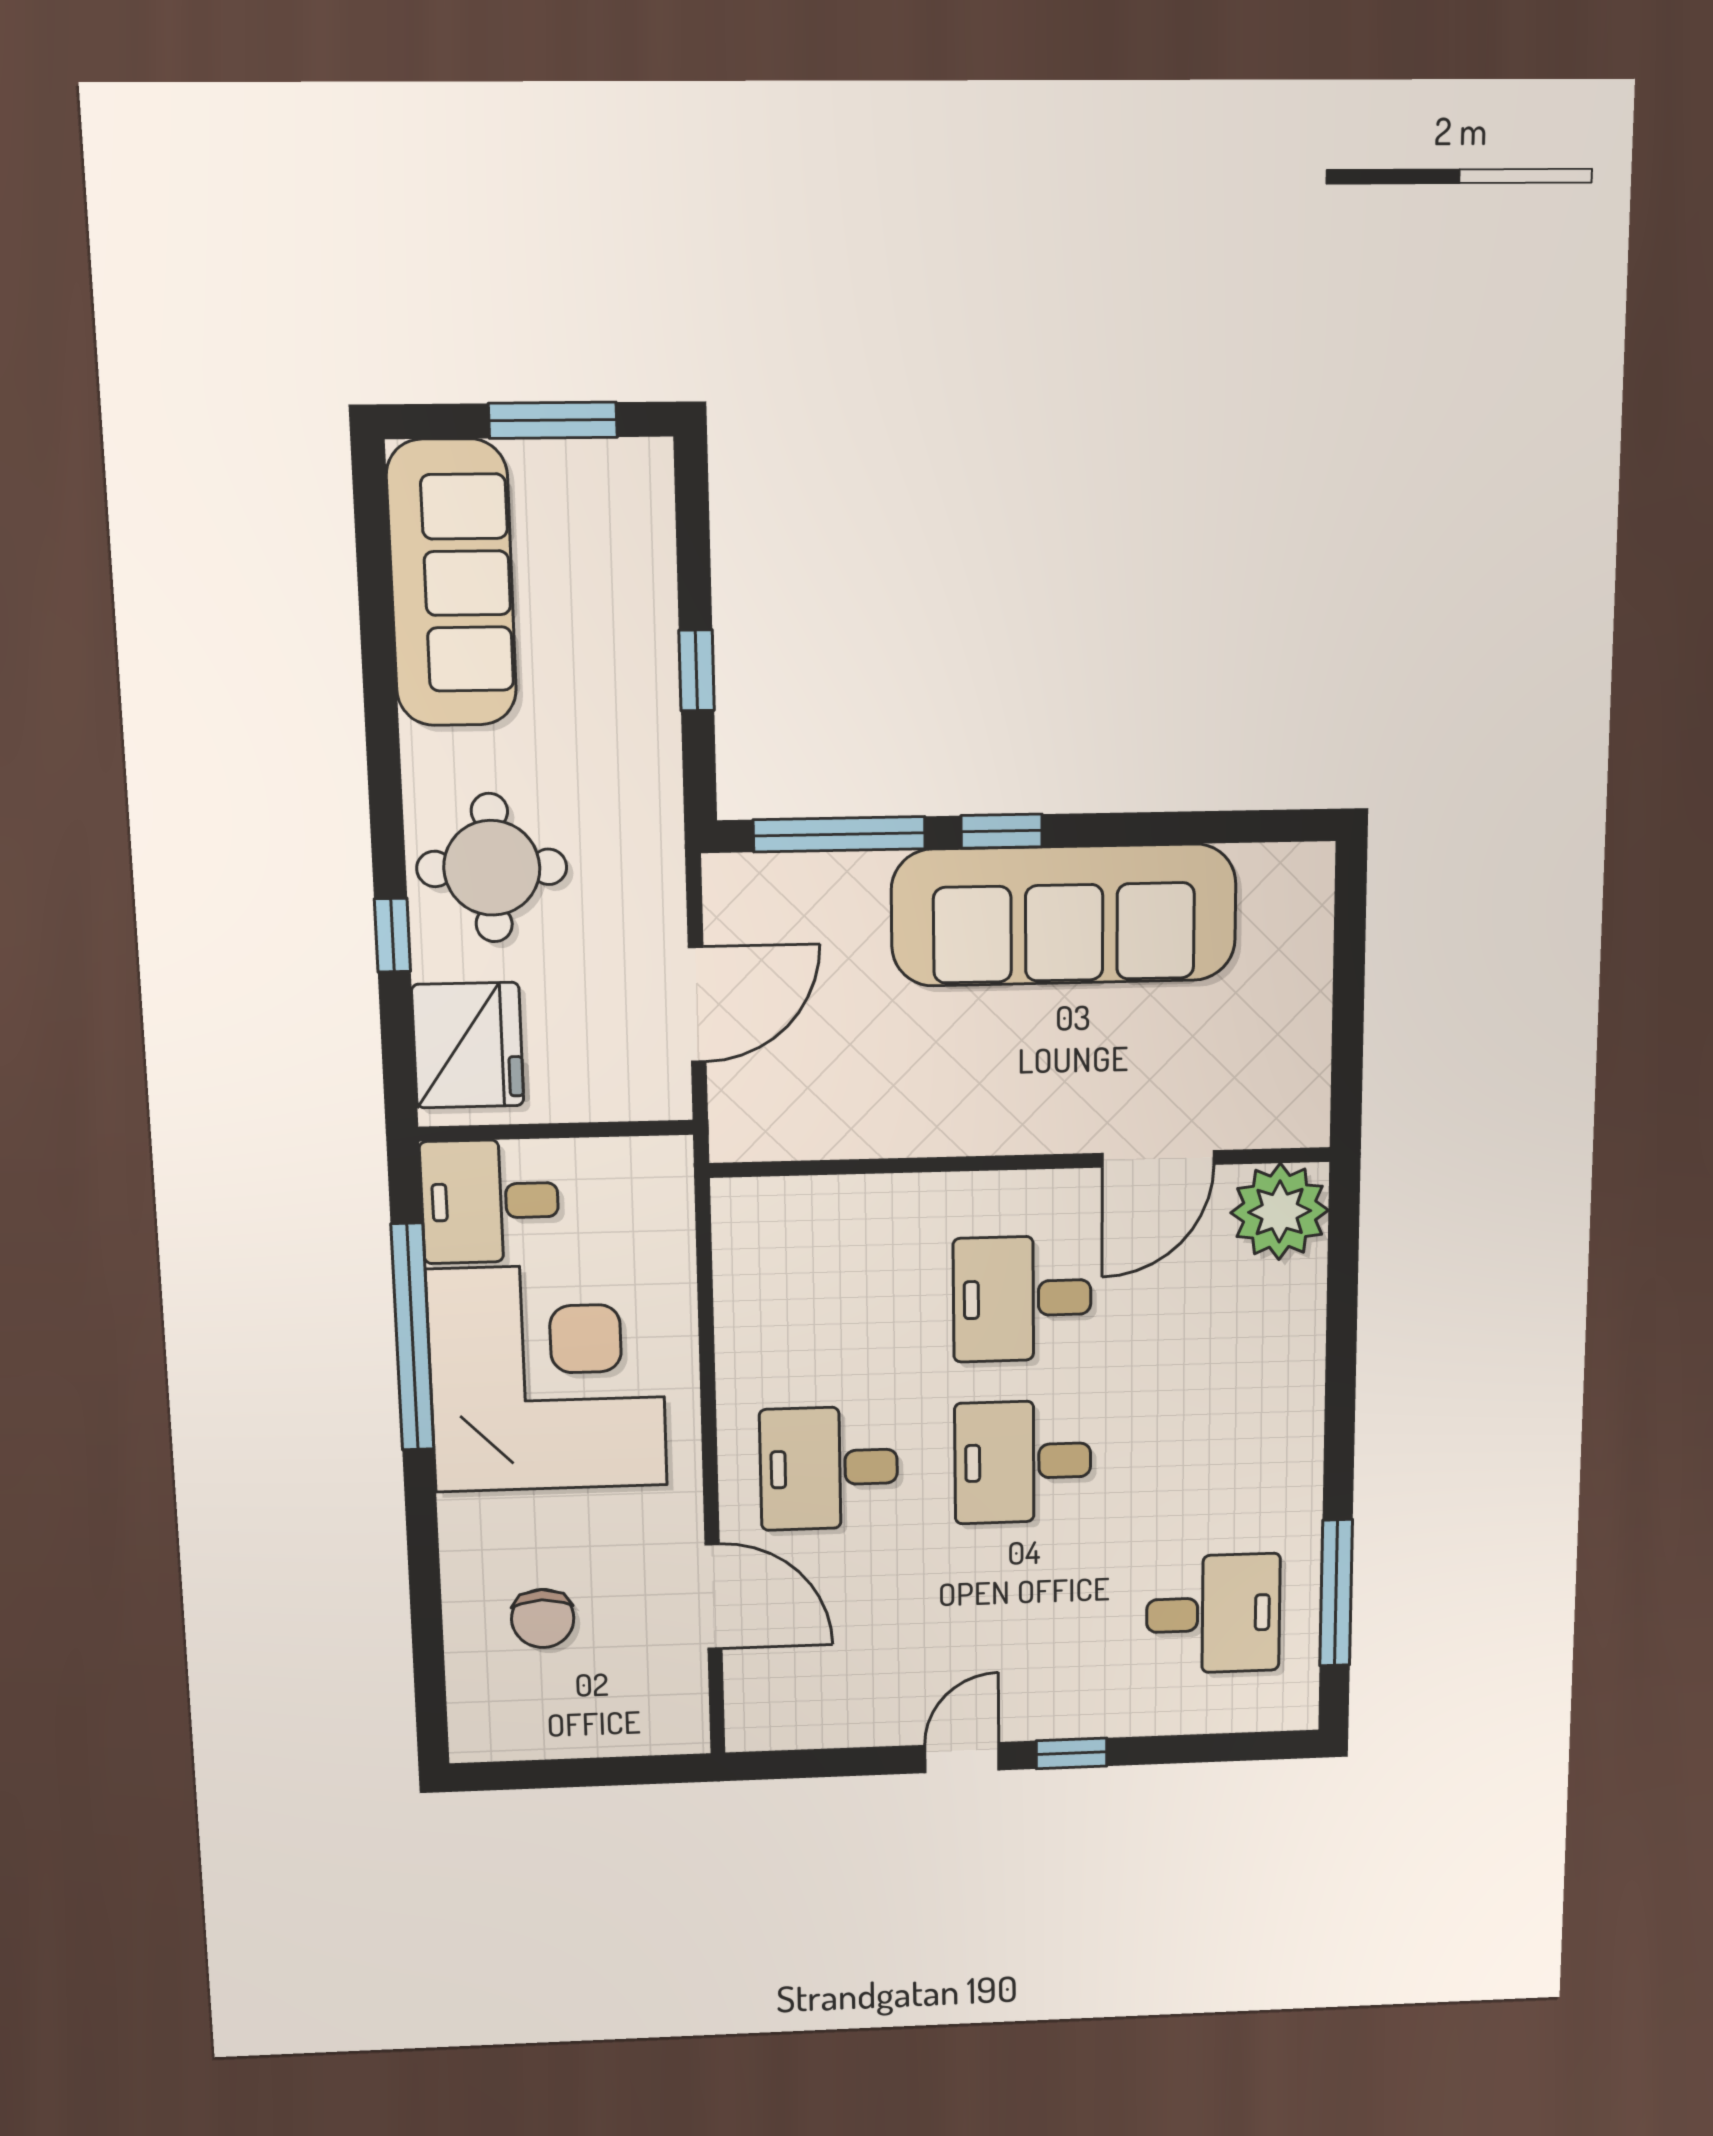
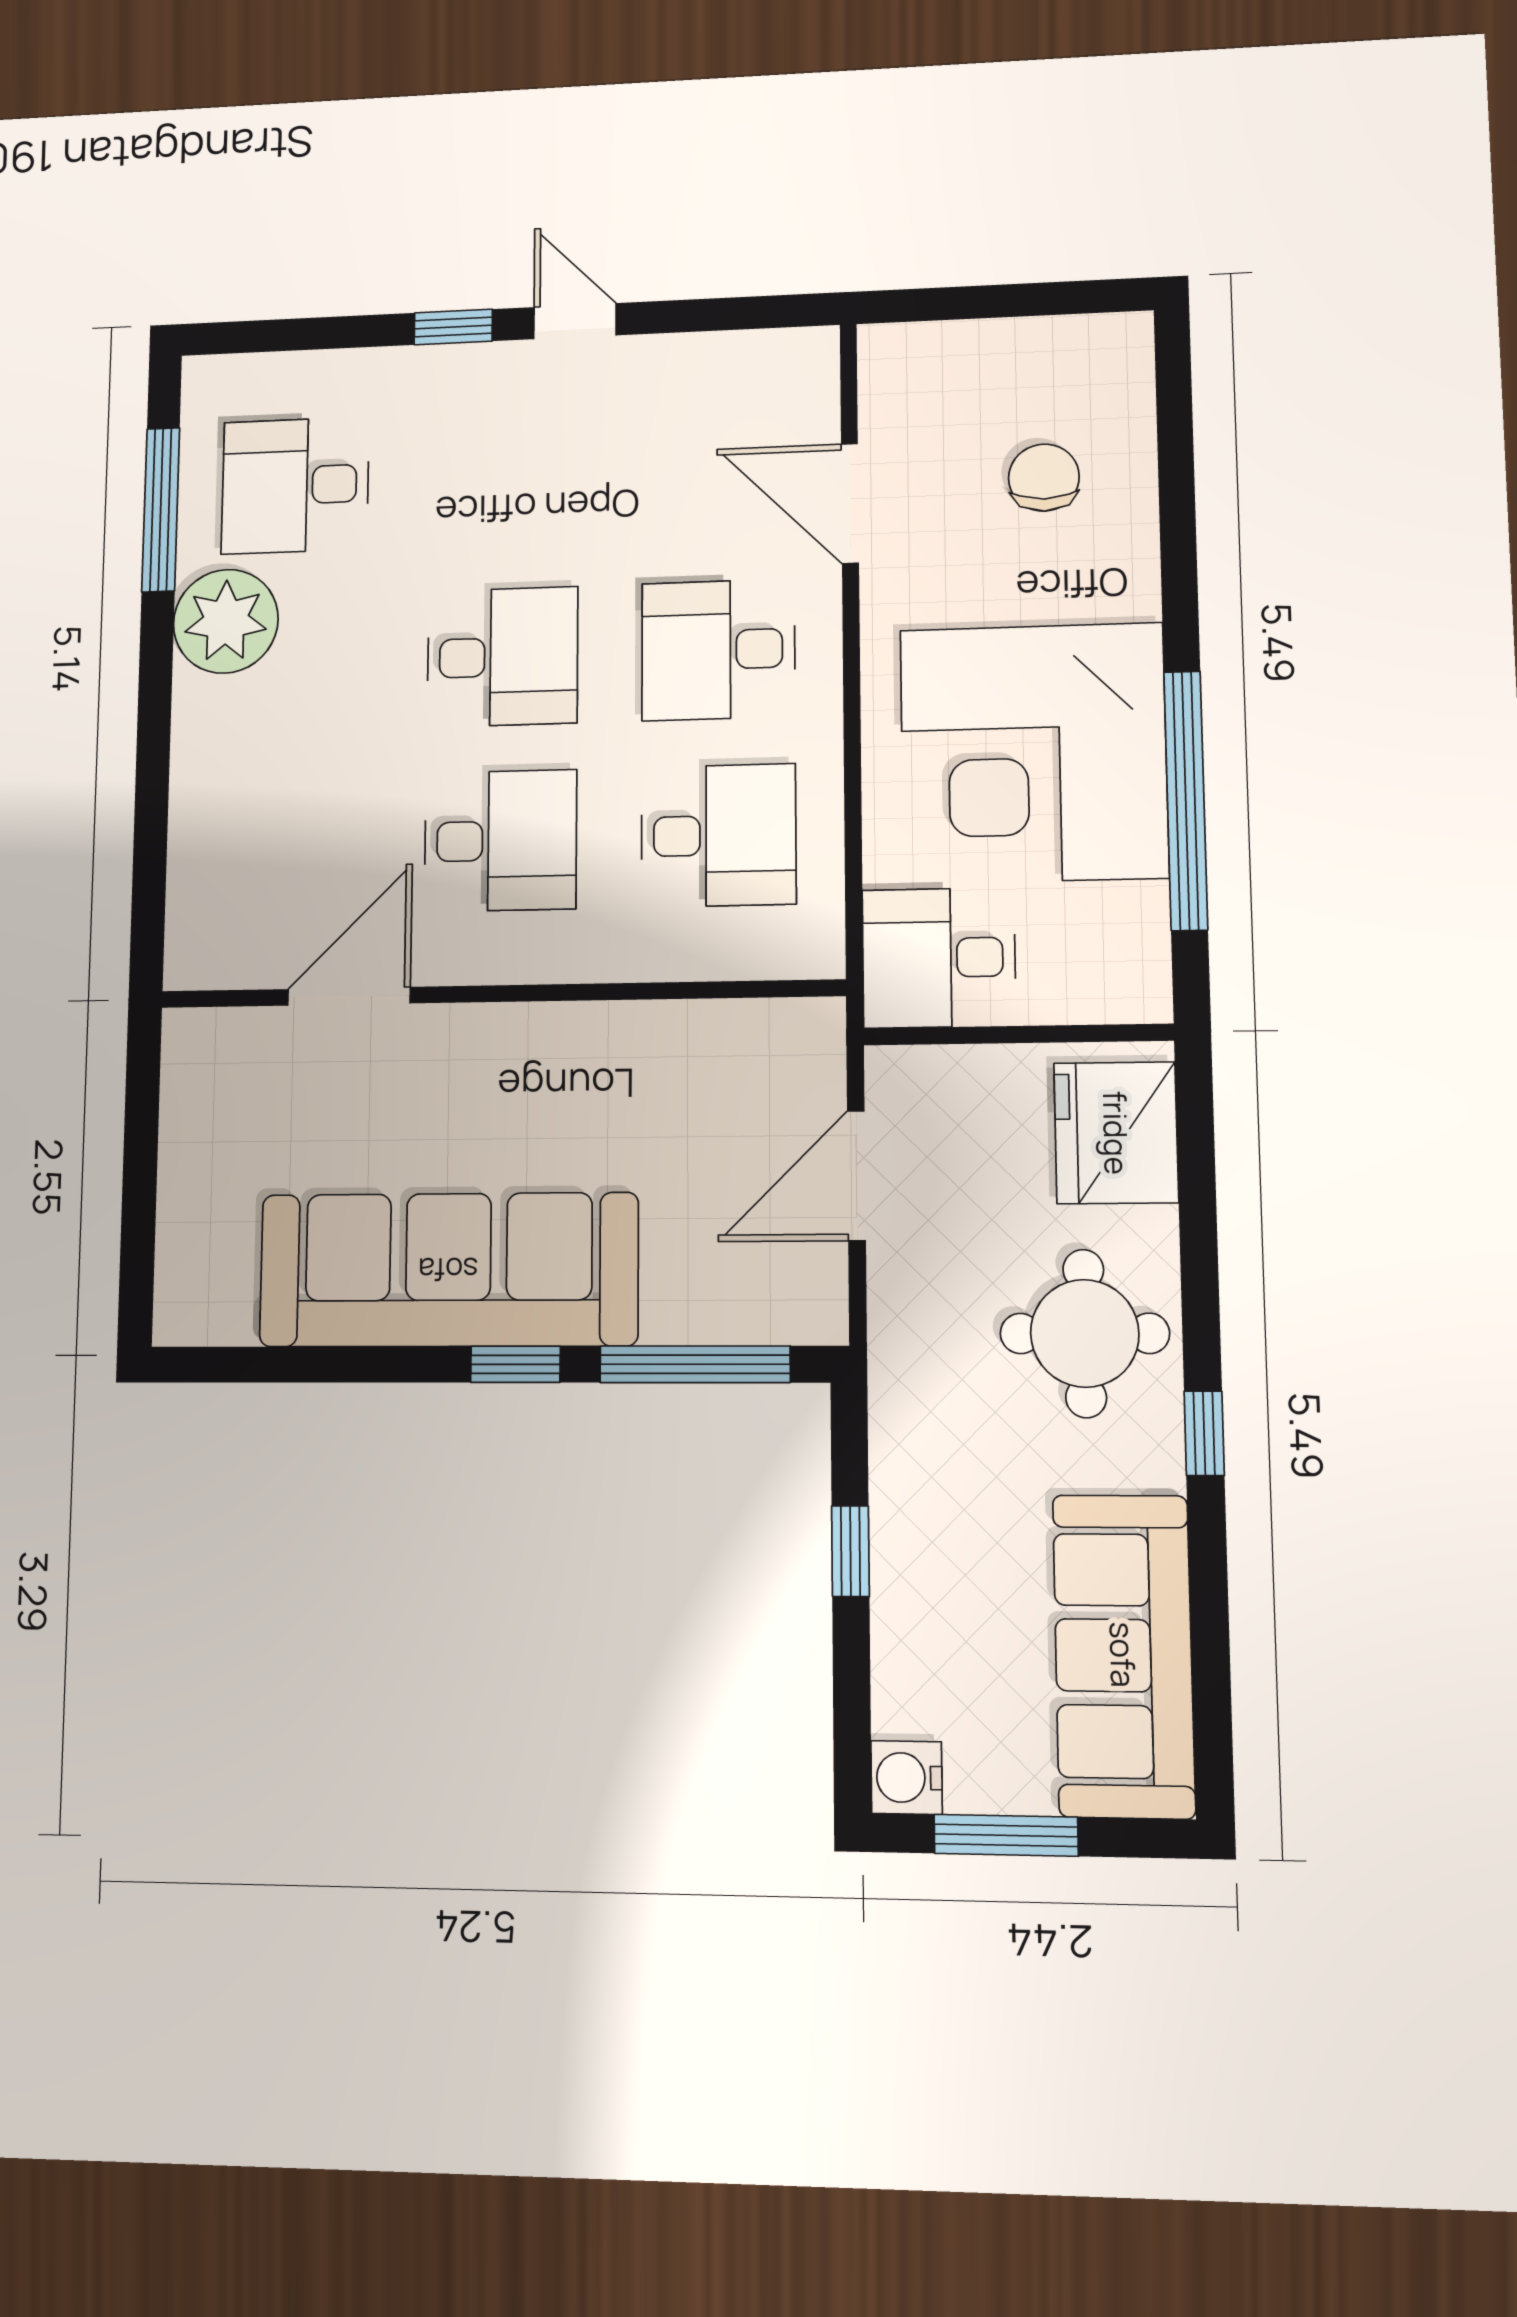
water cooler: (643, 469) -> (907, 1778), added
window: (392, 935) -> (1204, 1433), moved
desk: (490, 1201) -> (939, 958), moved, turned 180
plant: (1280, 1211) -> (226, 621), moved
desk: (826, 1304) -> (718, 835), added
desk: (829, 1468) -> (718, 650), turned 180
door: (962, 1758) -> (575, 321), swing flipped

